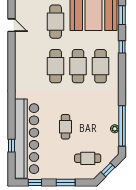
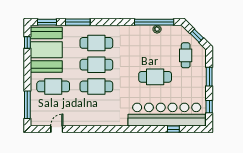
window: (122, 47) -> (78, 22), width x2.17
cafe table: (65, 127) -> (155, 77), width x1.37, depth x1.35

